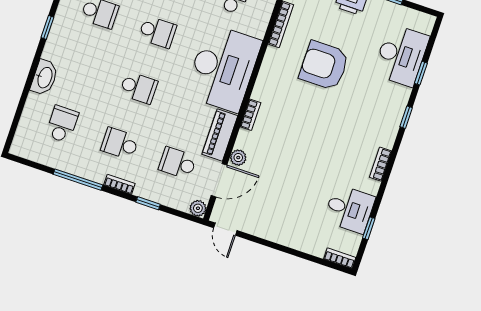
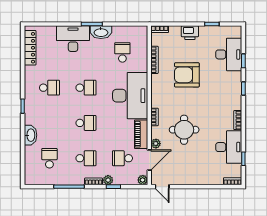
school desk: (120, 144) -> (86, 158), turned 180
round table: (290, 151) -> (184, 130), added
plant: (143, 190) -> (108, 180), added
desk: (349, 209) -> (229, 147), width x1.37

